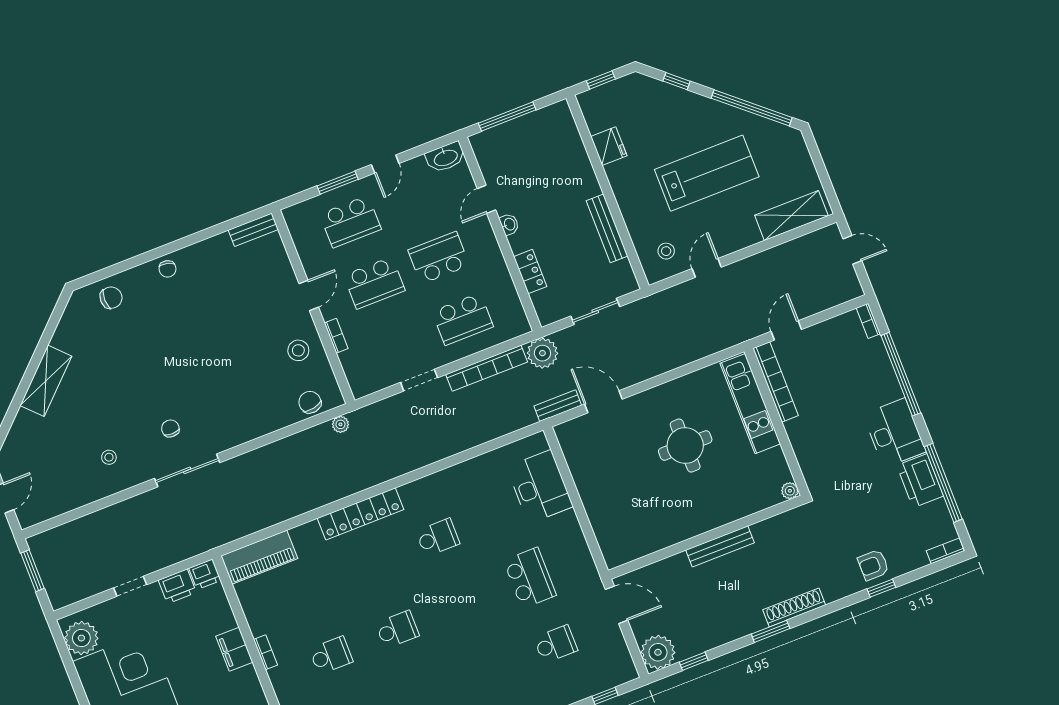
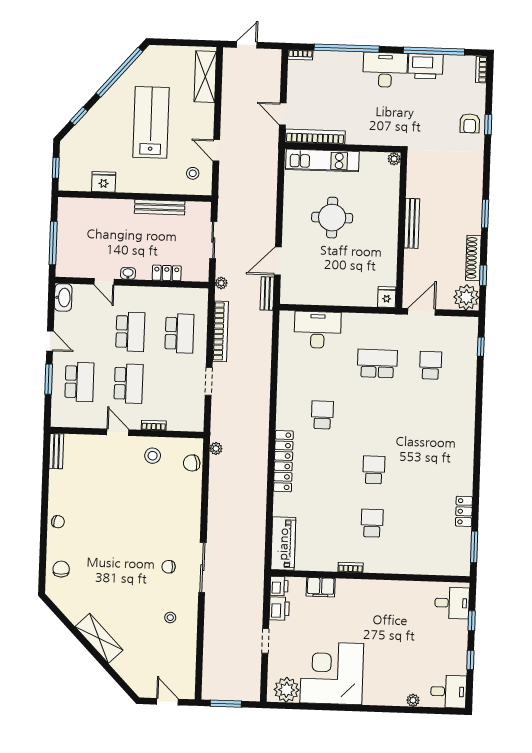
school desk: (439, 258) -> (130, 332), turned 180
plant: (542, 353) -> (221, 283), width x0.53, depth x0.53
fridge: (616, 554) -> (387, 297), added
shoe rack: (794, 607) -> (473, 258), moved
filing cabinet: (234, 649) -> (321, 587), moved

